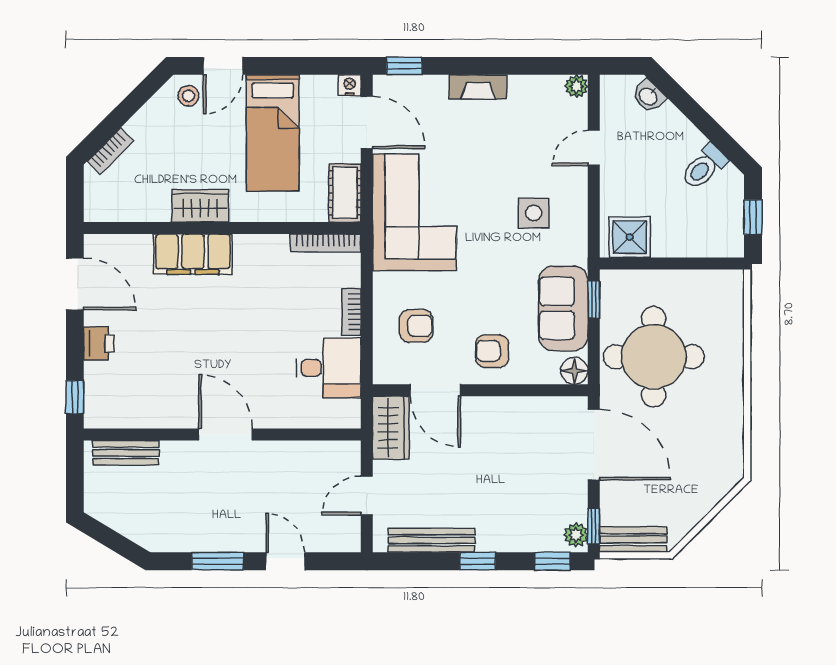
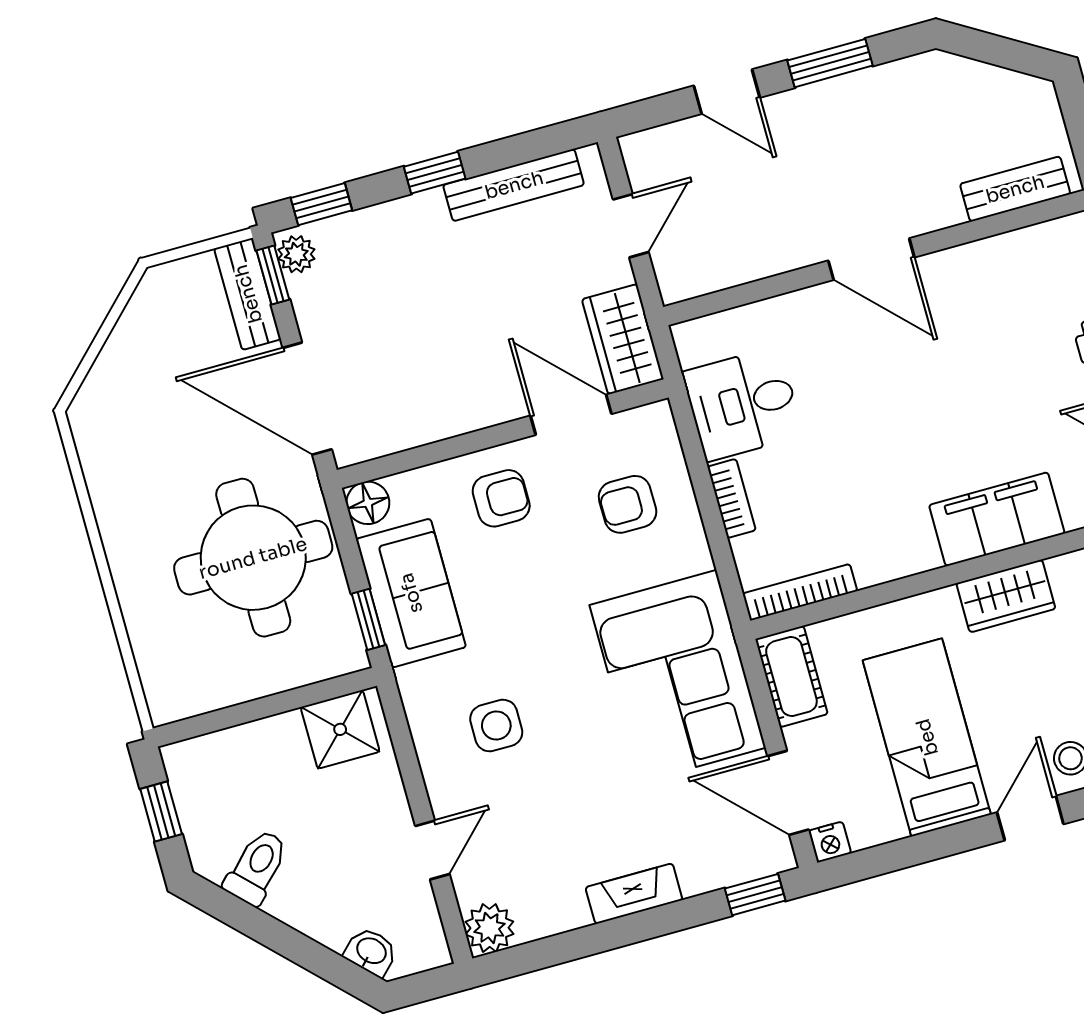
plant: (576, 86) -> (489, 928), width x1.38, depth x1.38
bench: (633, 540) -> (248, 294), moved, turned 90

